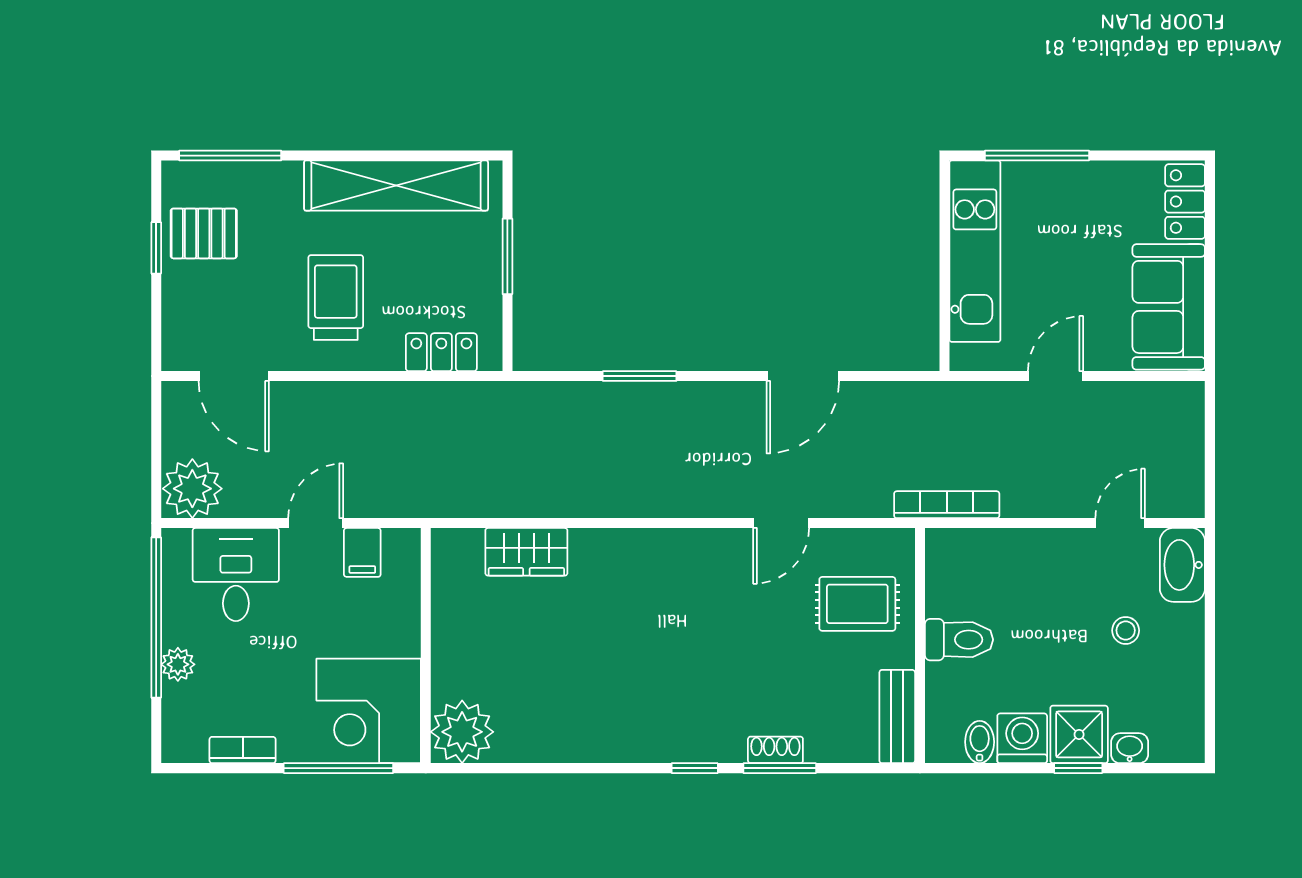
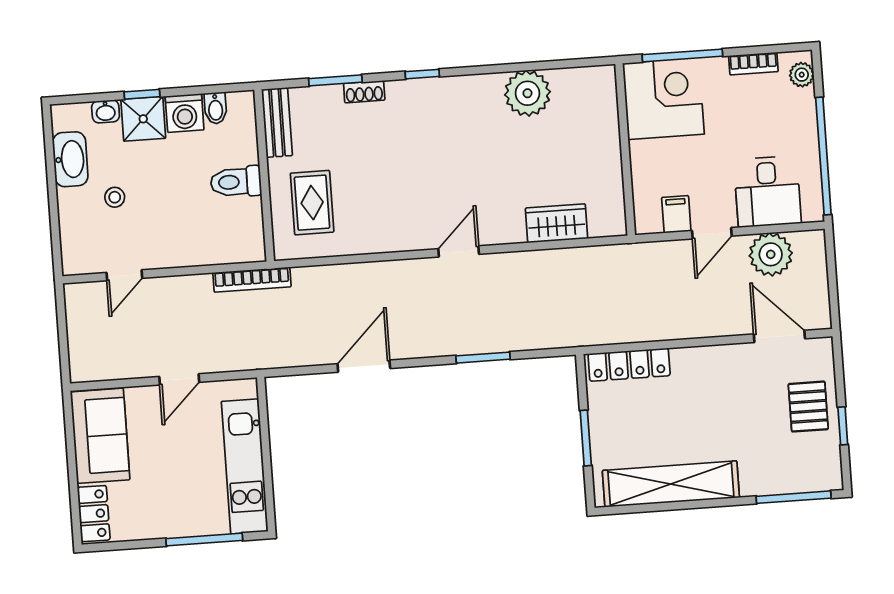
pallet: (204, 233) -> (808, 407), moved, turned 90
trolley: (336, 298) -> (709, 399), removed
locker: (441, 352) -> (629, 365), width x1.53
plant: (192, 489) -> (771, 254), moved
door: (781, 523) -> (459, 251), moved
washbasin: (1182, 565) -> (70, 159), moved
rug: (857, 604) -> (312, 203), turned 90
plant: (178, 664) -> (802, 75), moved
plant: (462, 732) -> (527, 93), moved
window: (780, 768) -> (335, 80), moved

